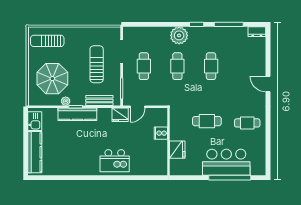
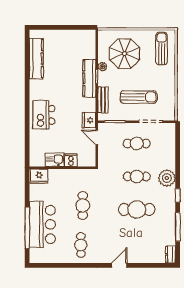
cafe table: (211, 66) -> (137, 209), width x1.37, depth x1.35
kitchen sink: (35, 121) -> (55, 160), moved, turned 180
fridge: (177, 150) -> (39, 176), moved
kitchen counter: (35, 152) -> (36, 58), moved, turned -90

